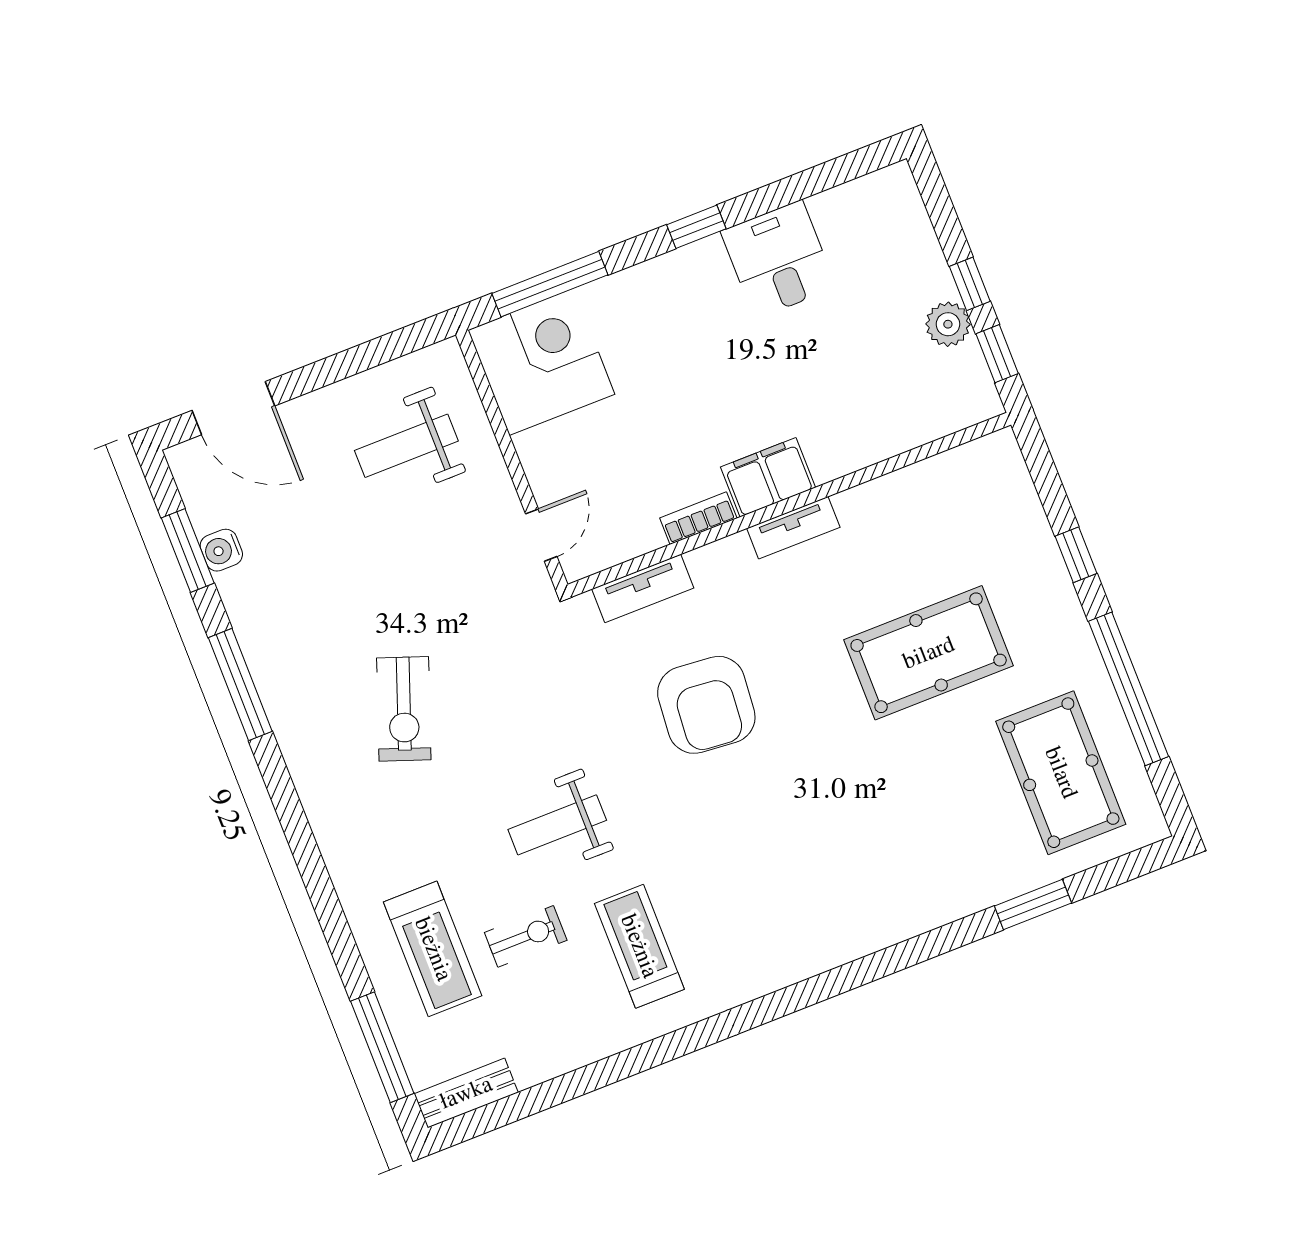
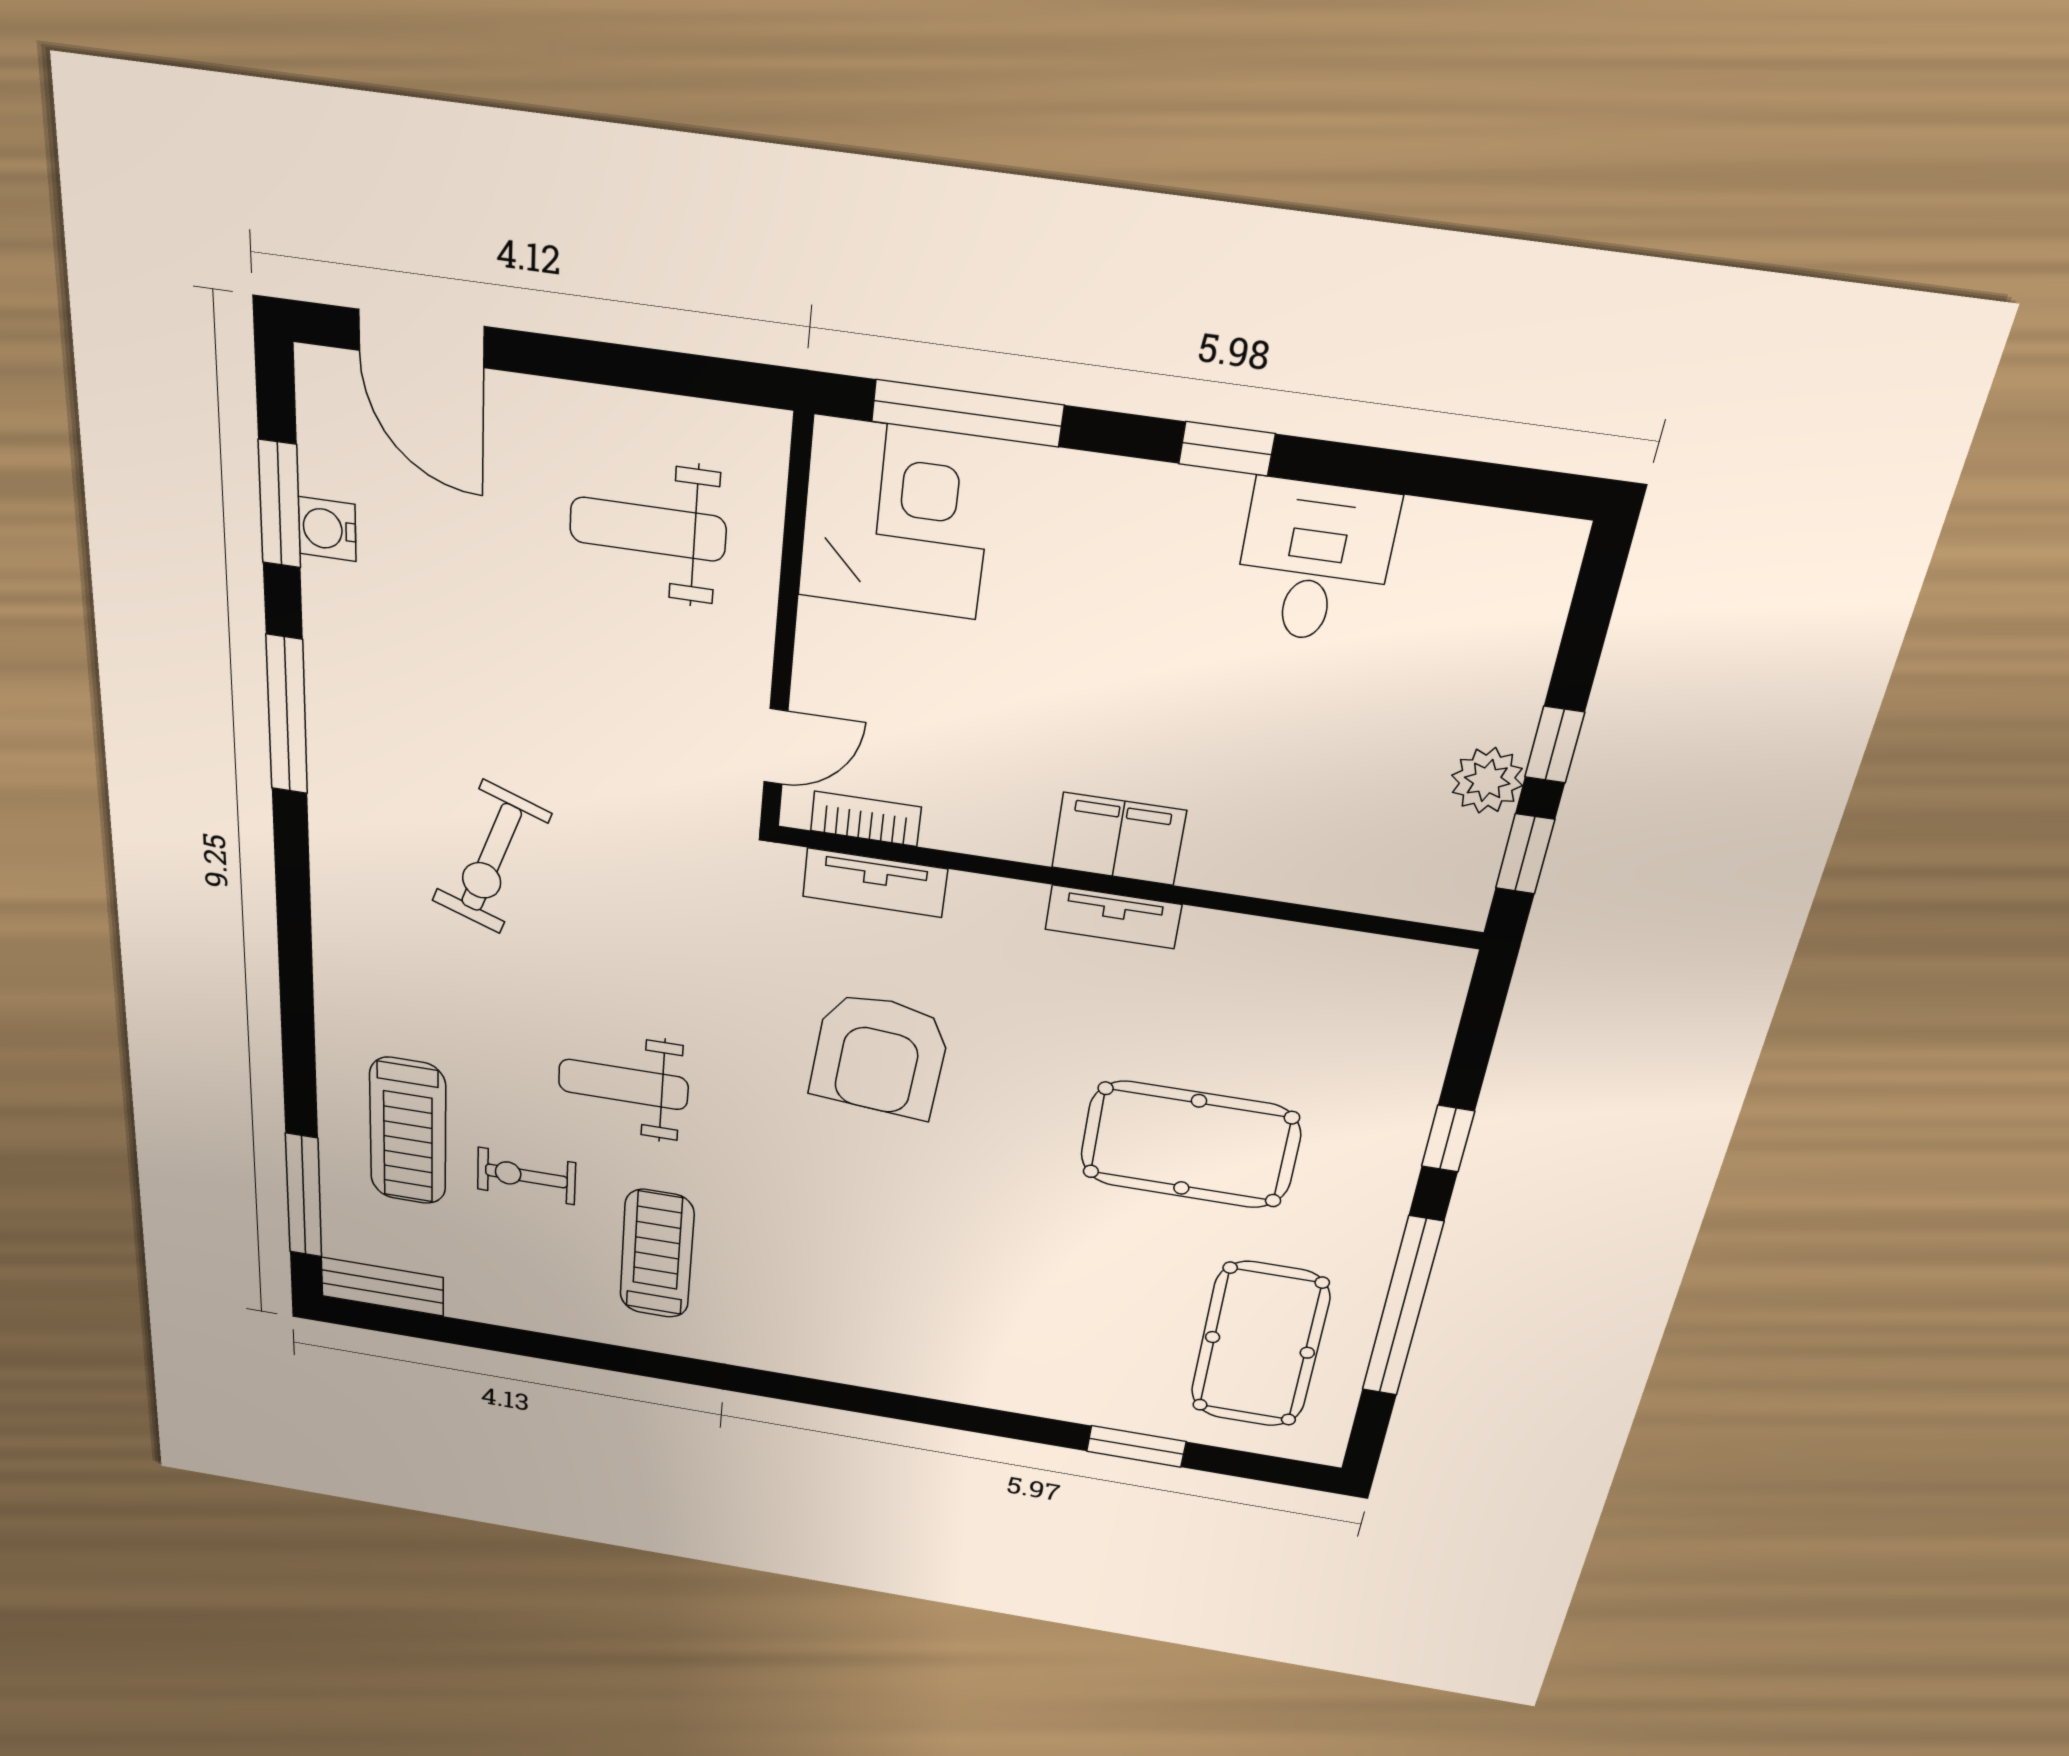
bookcase: (698, 518) -> (866, 819), moved
exercise bike: (526, 936) -> (526, 1176), turned 180

